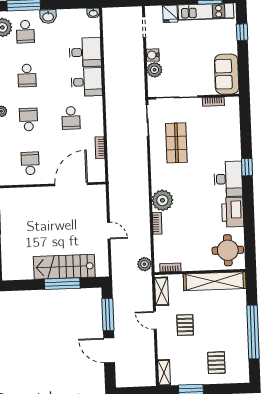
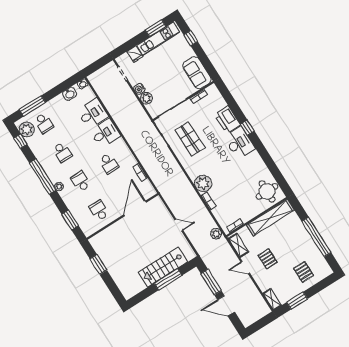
washbasin: (48, 17) -> (70, 94), moved
printer: (233, 212) -> (227, 120), moved

